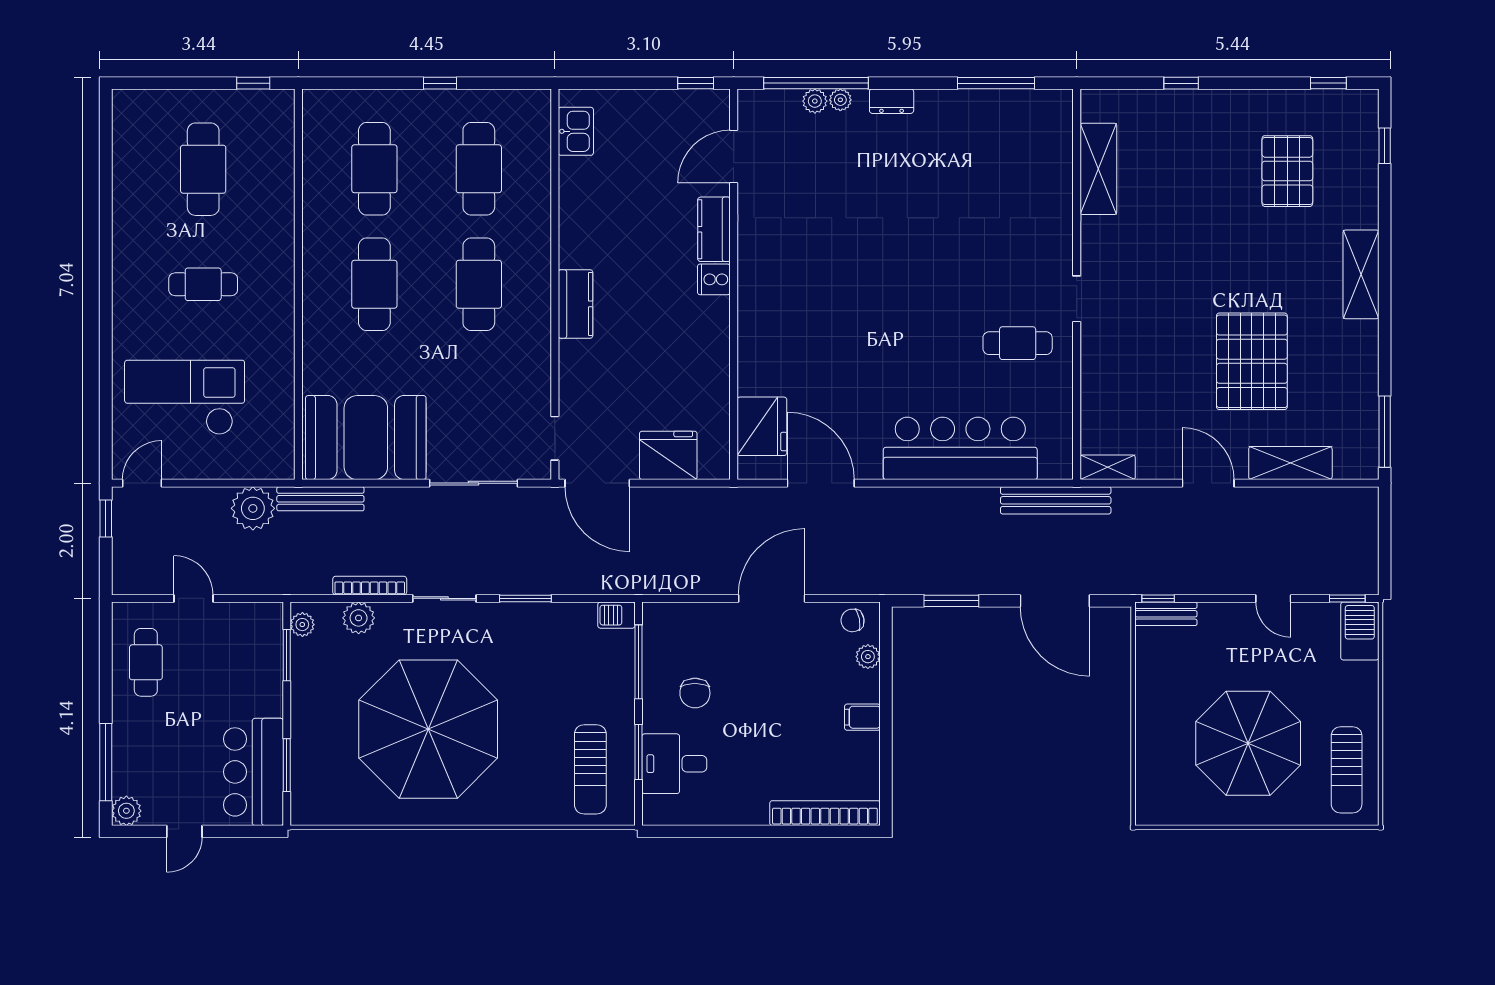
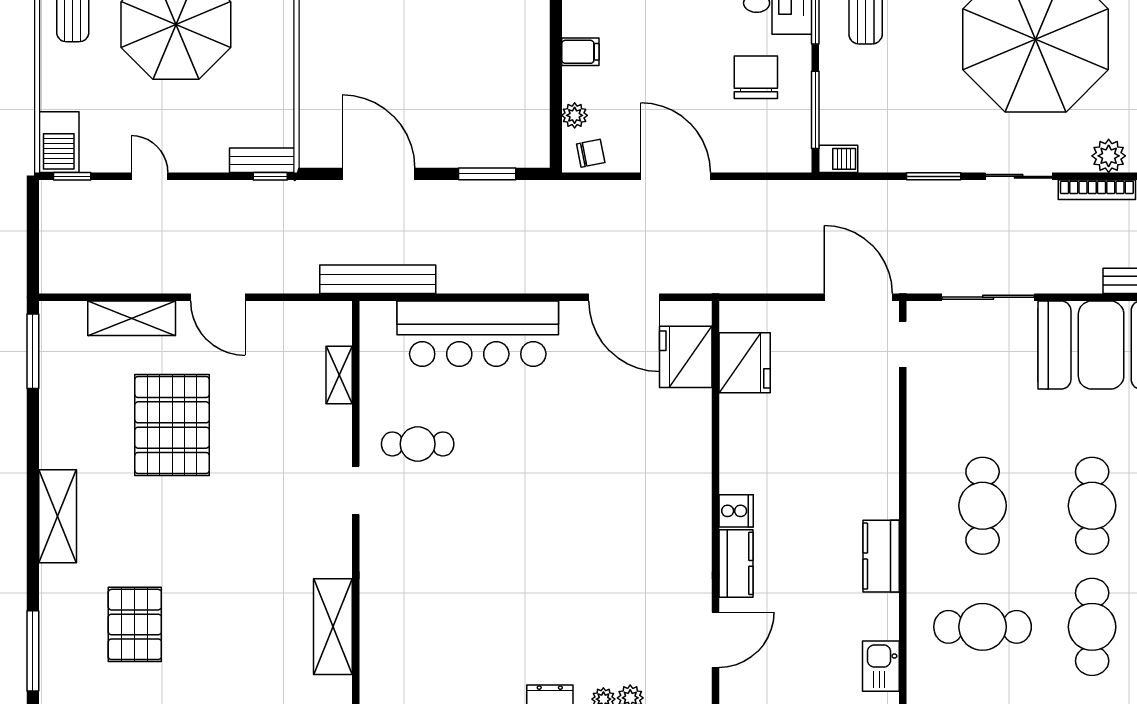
window: (1385, 146) -> (33, 651), width x2.17
cafe table: (479, 169) -> (983, 627), turned 90
kitchen counter: (576, 304) -> (881, 556), moved
fridge: (668, 455) -> (745, 363), moved, turned -90
shelving: (1108, 467) -> (339, 375), moved, turned 90
door: (772, 598) -> (676, 176), swing flipped
chair: (695, 693) -> (756, 77), width x1.37, depth x1.37

